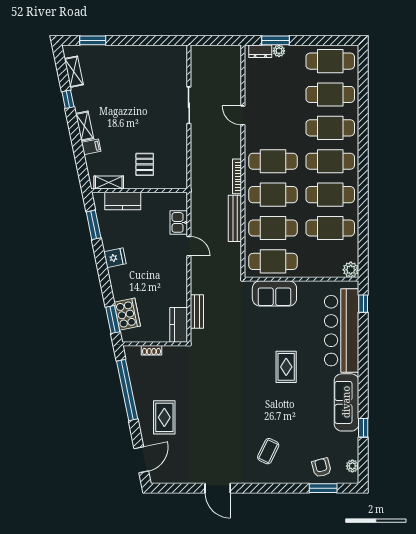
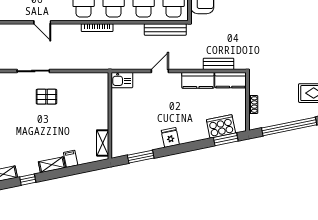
door: (243, 115) -> (42, 22), hinge flipped
pallet: (145, 164) -> (46, 97), moved
kitchen counter: (123, 201) -> (198, 80), moved, turned 90
bench: (235, 218) -> (165, 30), moved
kitchen sink: (179, 222) -> (122, 80), moved

